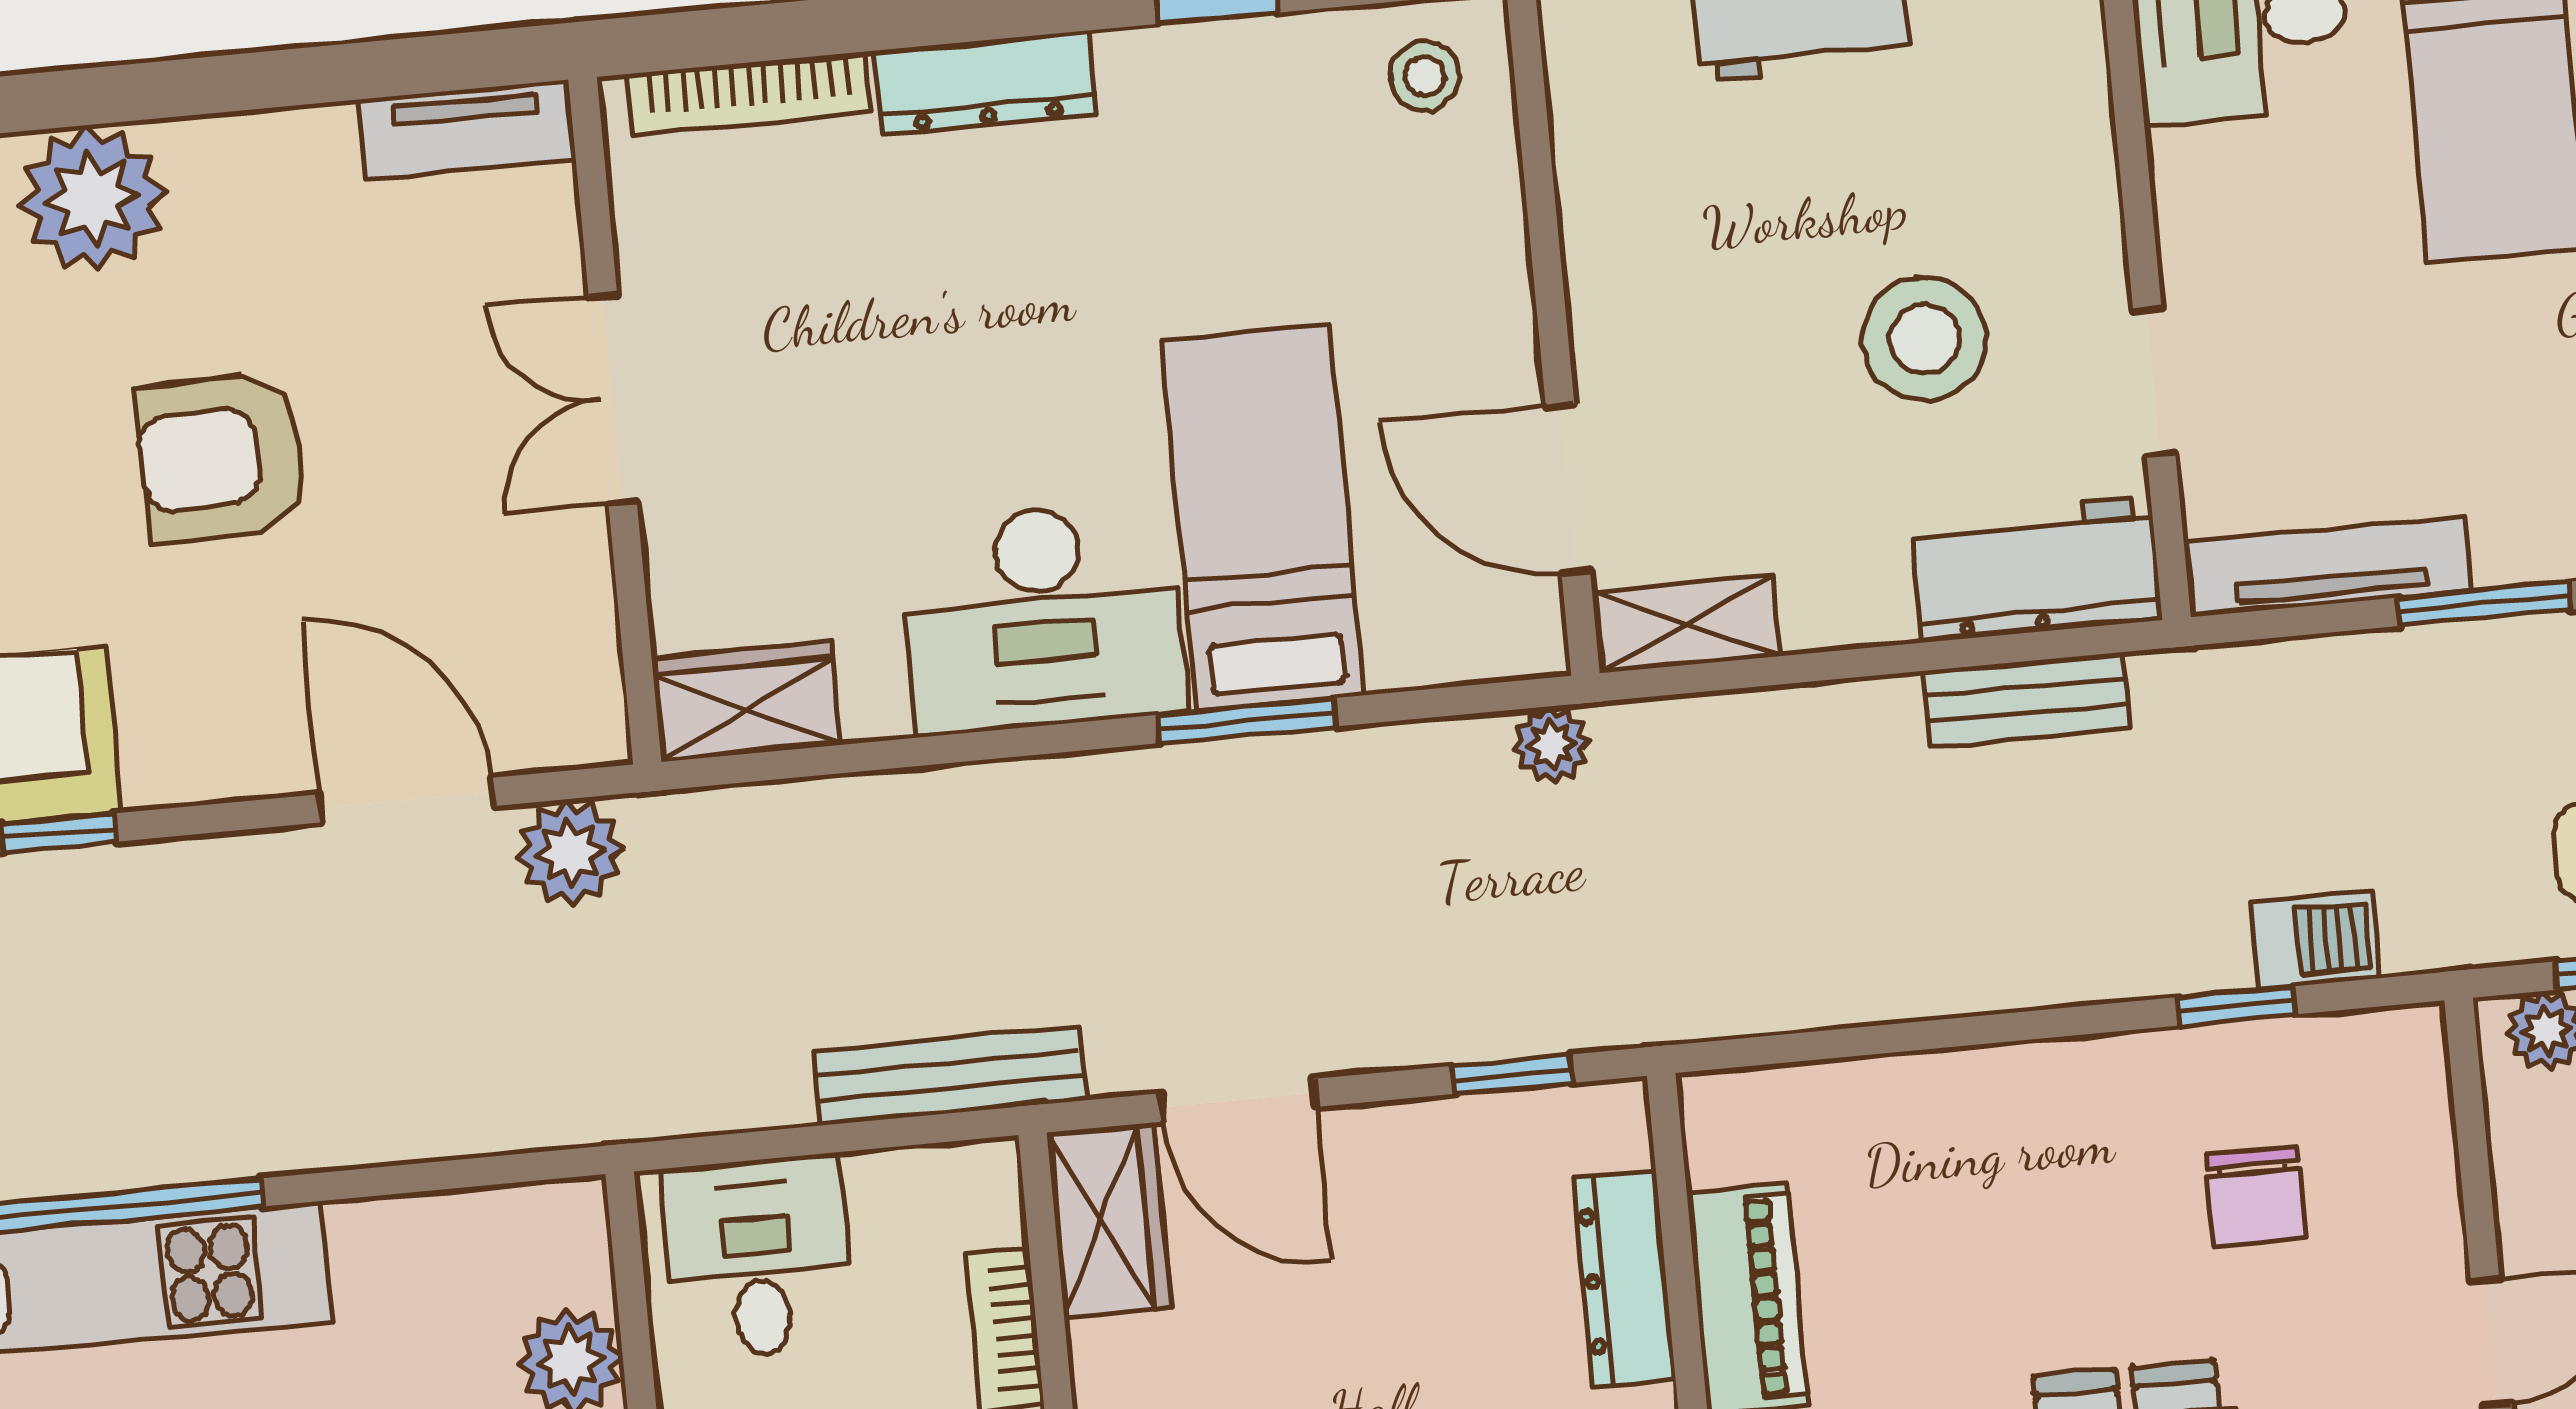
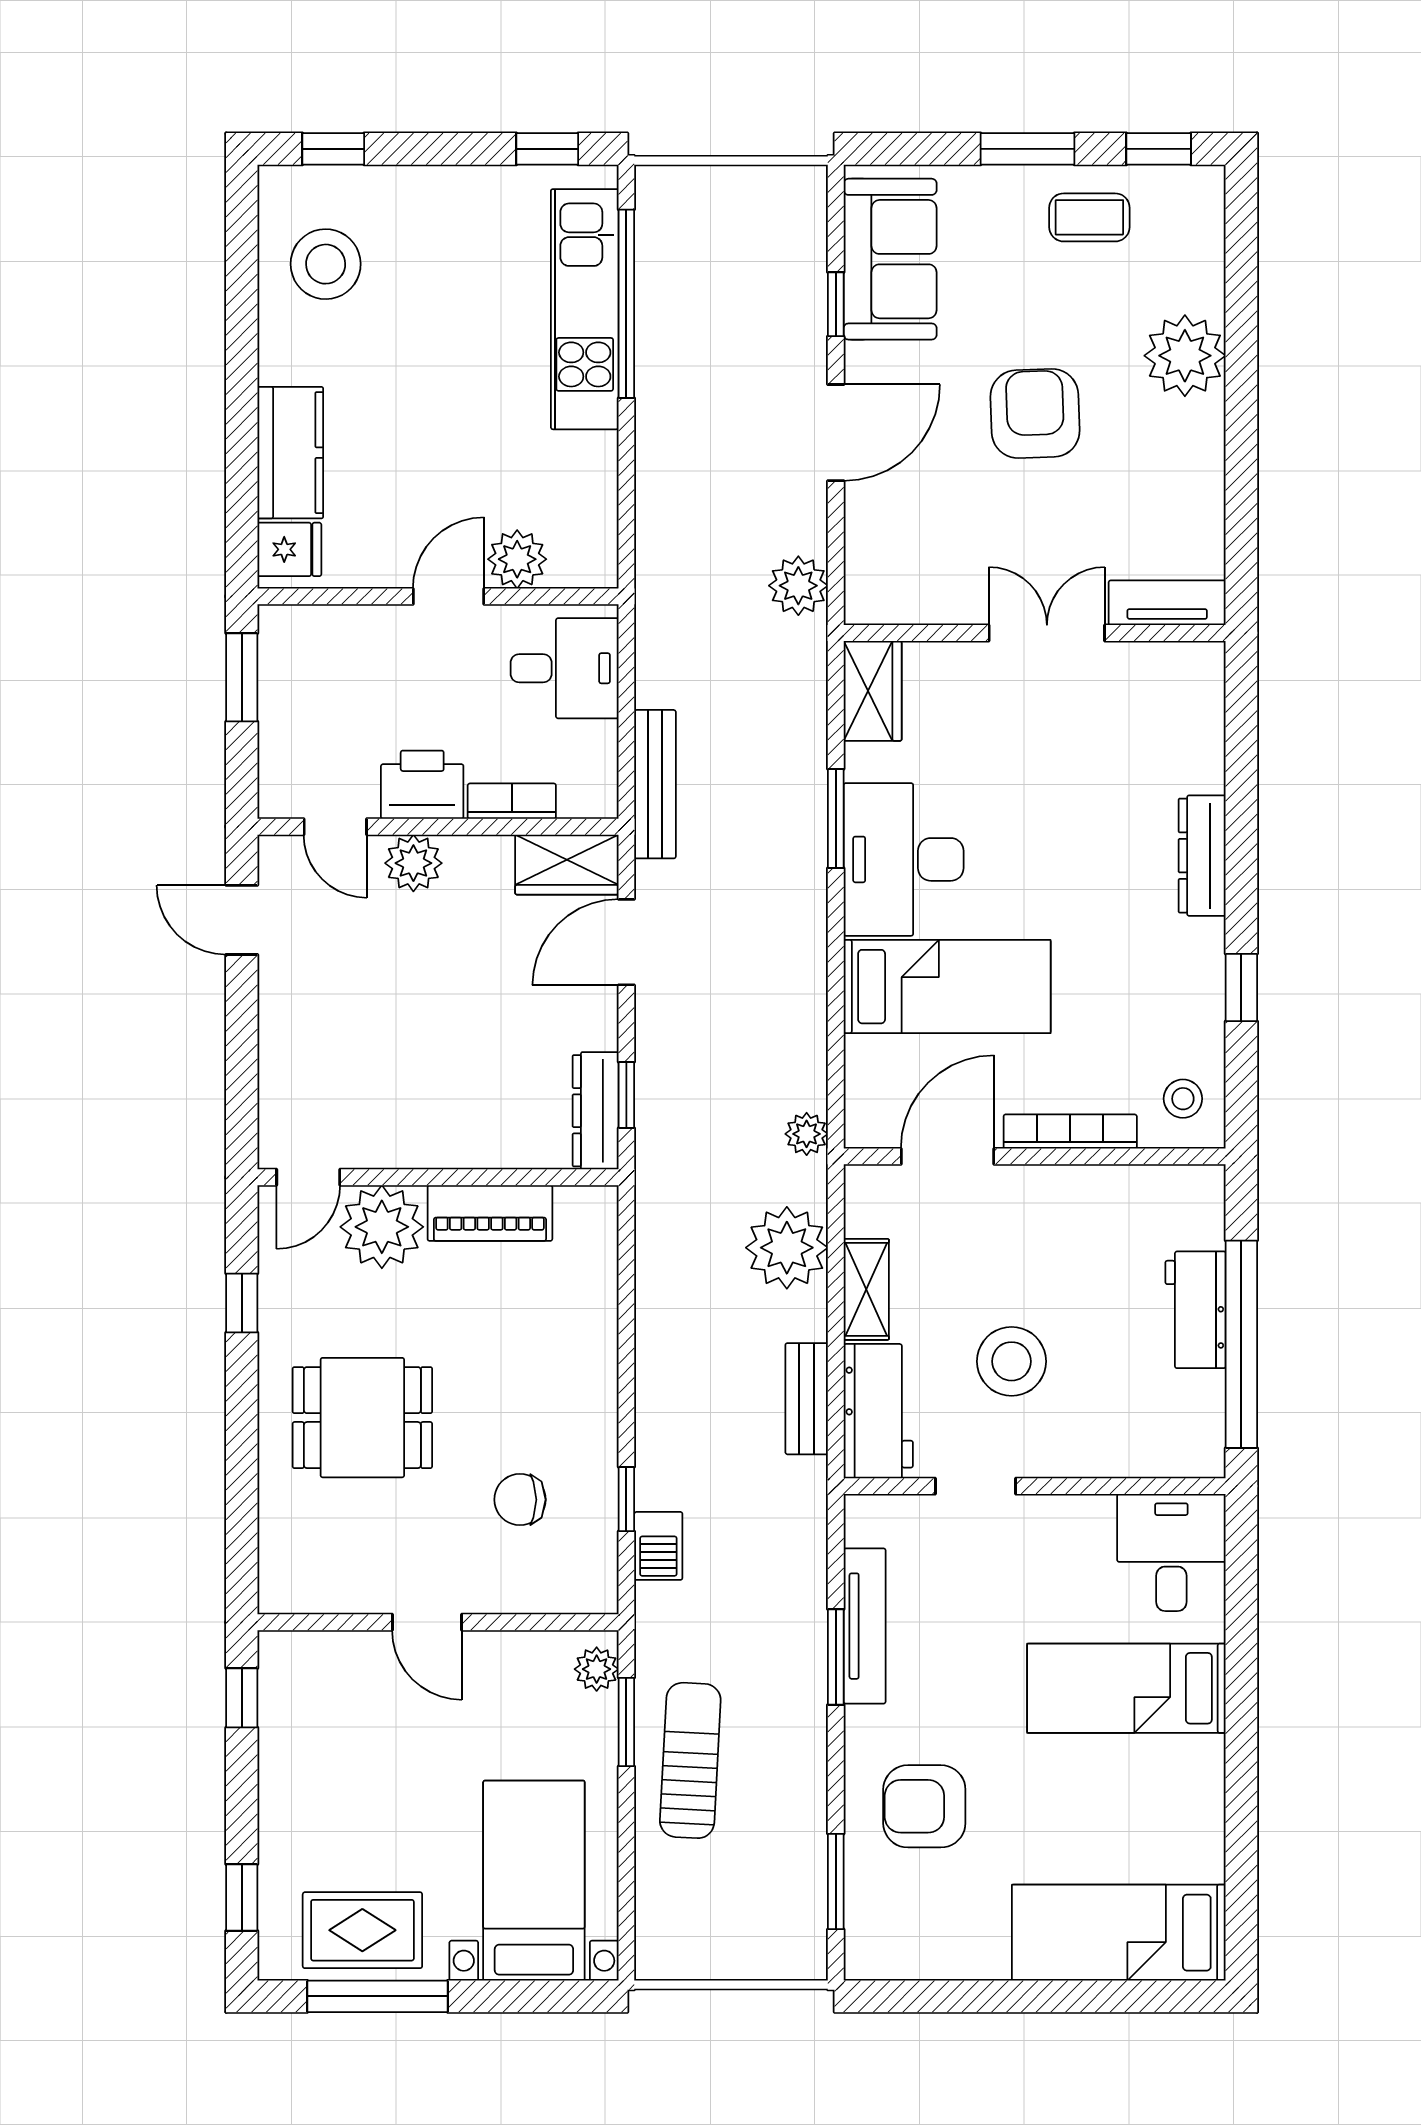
bookcase: (750, 93) -> (1070, 1131), moved, turned 90
tv unit: (467, 130) -> (1167, 603), moved, turned 90
tv unit: (2329, 566) -> (865, 1626), moved
shelving: (1686, 624) -> (866, 1289), moved
window: (1247, 721) -> (836, 819), moved
plant: (1759, 761) -> (787, 1248), added
door: (406, 800) -> (836, 433), moved
dresser: (1625, 1279) -> (596, 1111), moved, turned -90

